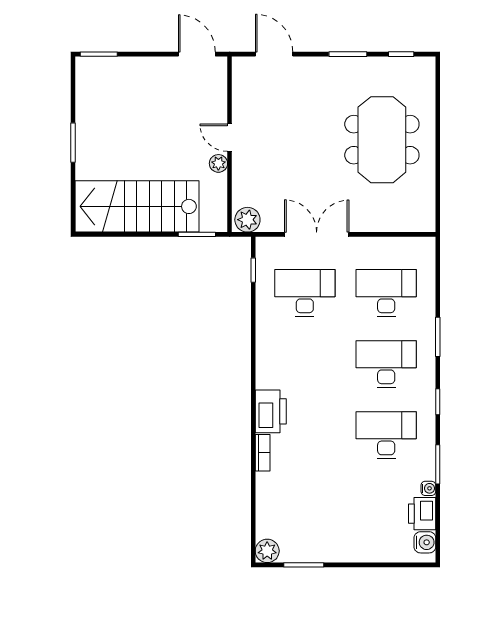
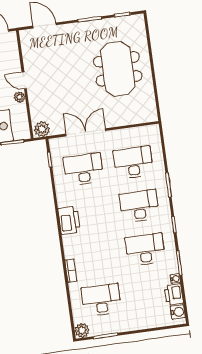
printer: (271, 411) -> (69, 220), moved
desk: (305, 506) -> (101, 300), added

